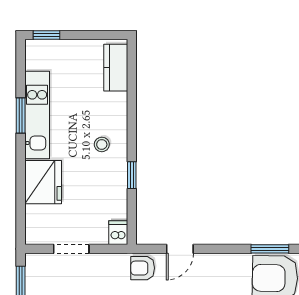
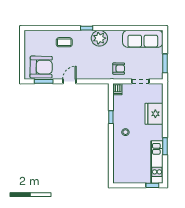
kitchen counter: (116, 68) -> (119, 170), removed
kitchen unit: (37, 115) -> (157, 162), moved
door: (180, 249) -> (69, 81), moved
armchair: (143, 268) -> (119, 69), moved

